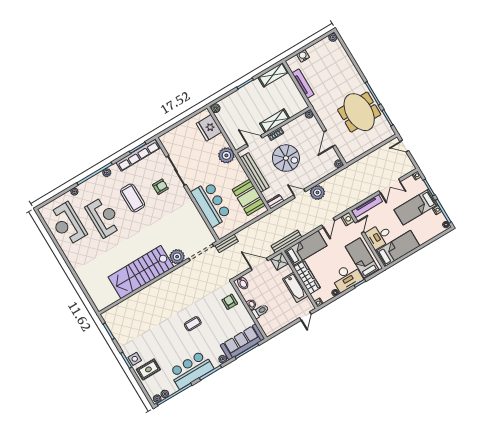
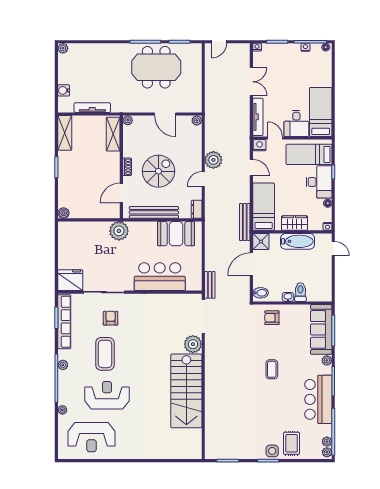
shelving: (275, 121) -> (113, 134), moved
fridge: (209, 128) -> (70, 280), moved, turned 180
coffee table: (133, 198) -> (105, 354), turned 90
bed: (416, 207) -> (289, 67), removed
wardrobe: (307, 277) -> (294, 223), width x0.67

